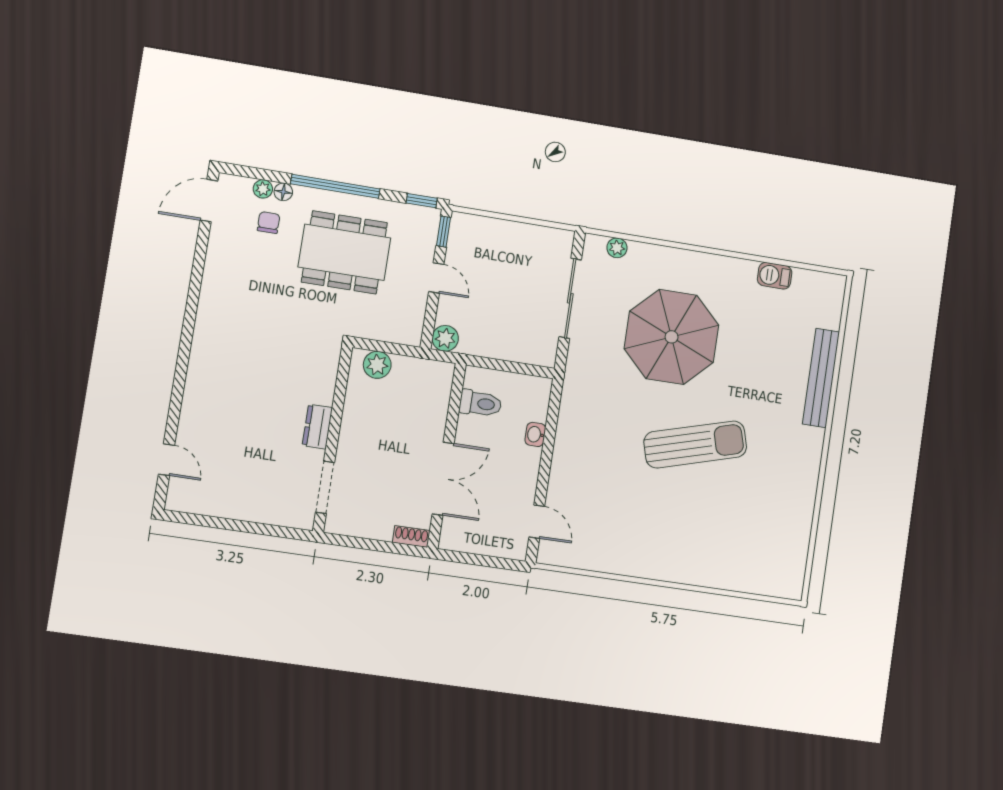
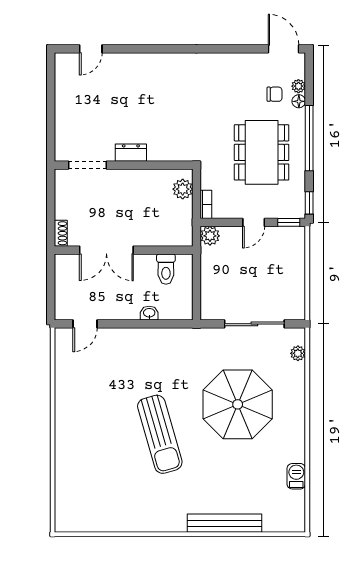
bookcase: (403, 337) -> (206, 204), added

